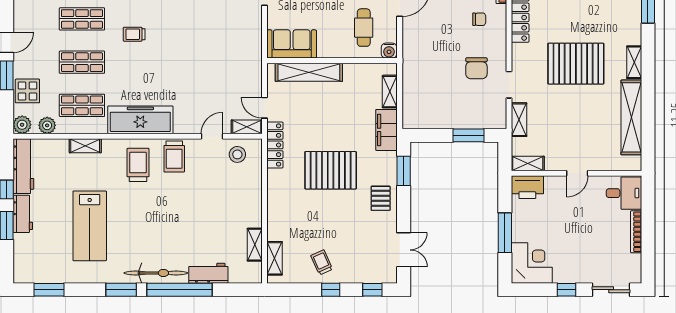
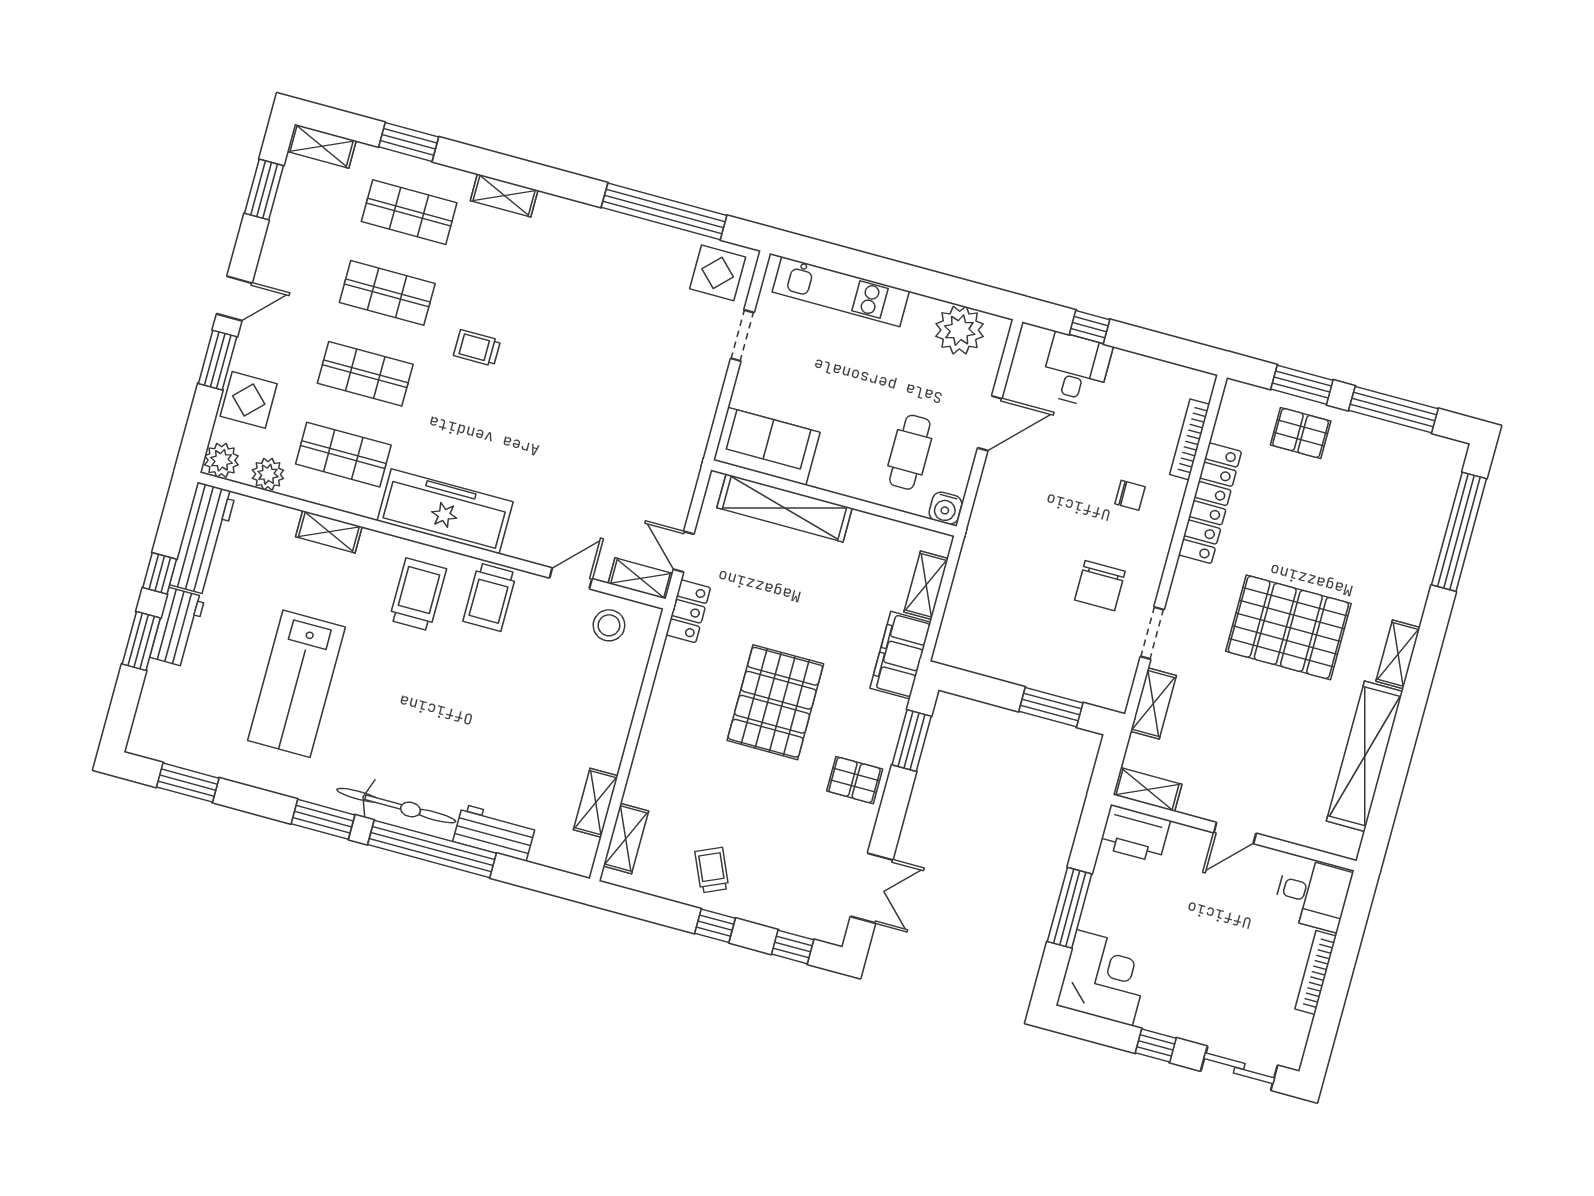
locker: (275, 145) -> (688, 611), width x0.66
pallet: (331, 170) -> (775, 702), turned 90
pallet: (381, 198) -> (855, 780), turned 90

